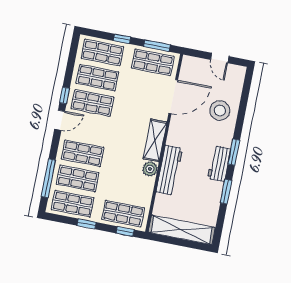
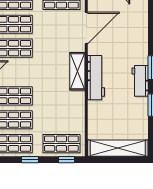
stool: (220, 111) -> (131, 32), removed
plant: (150, 169) -> (78, 98), removed
workbench: (169, 170) -> (96, 78), moved

